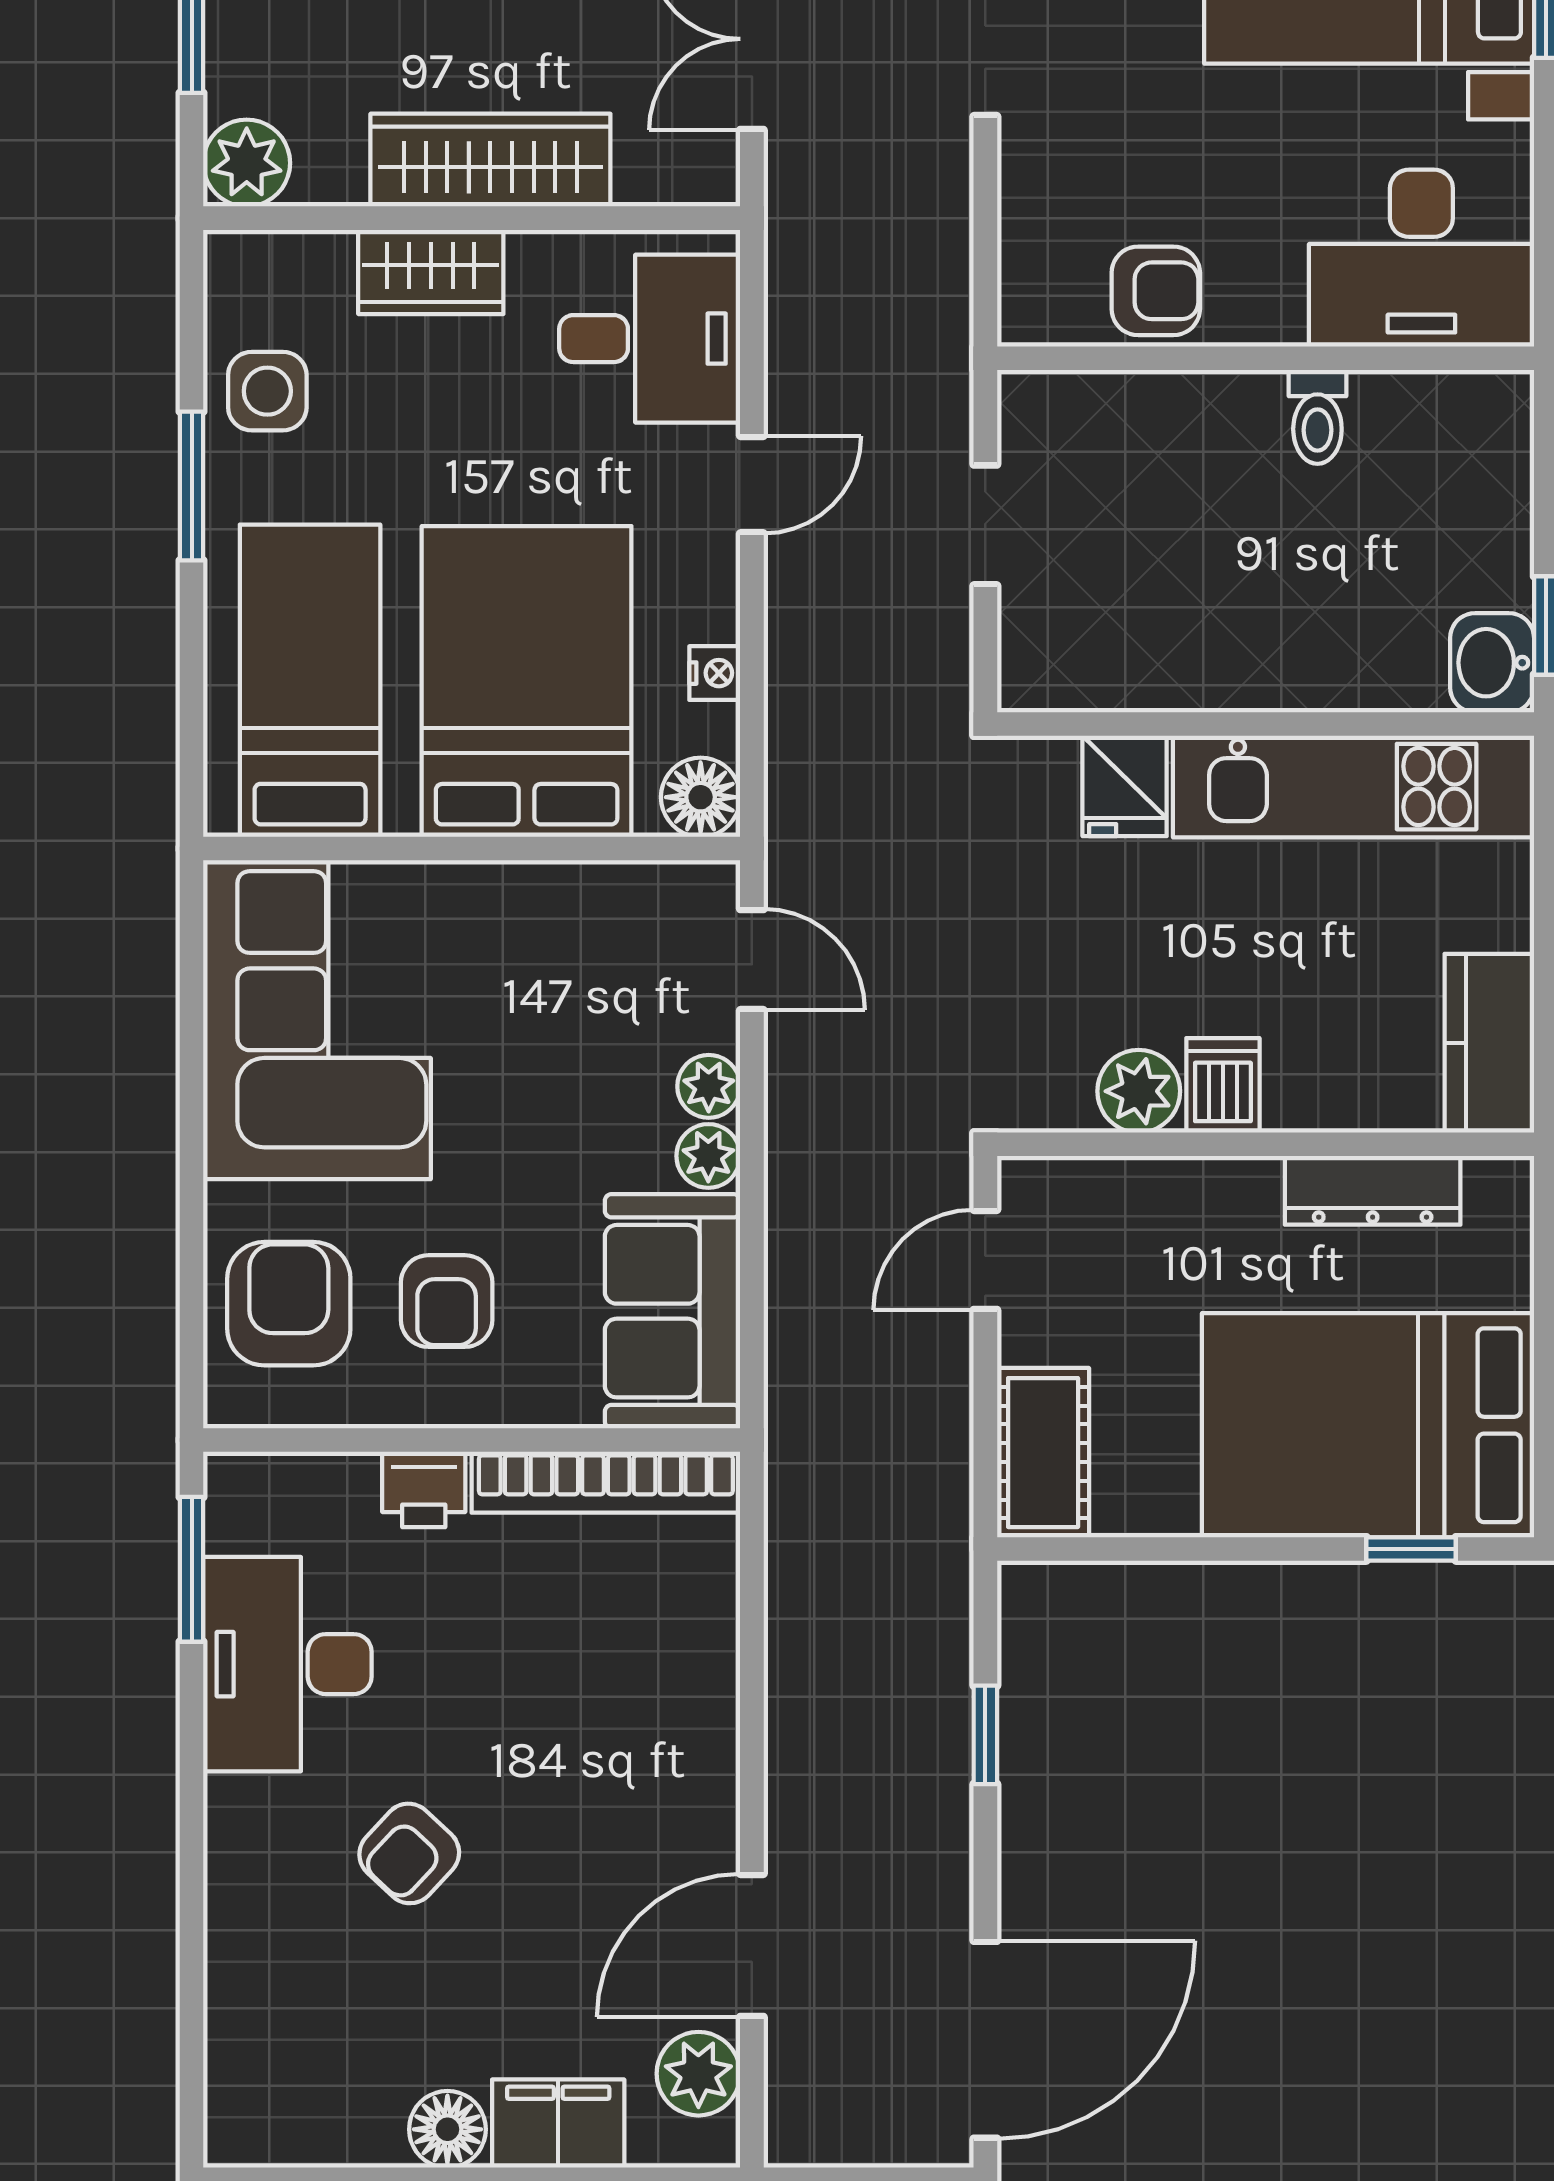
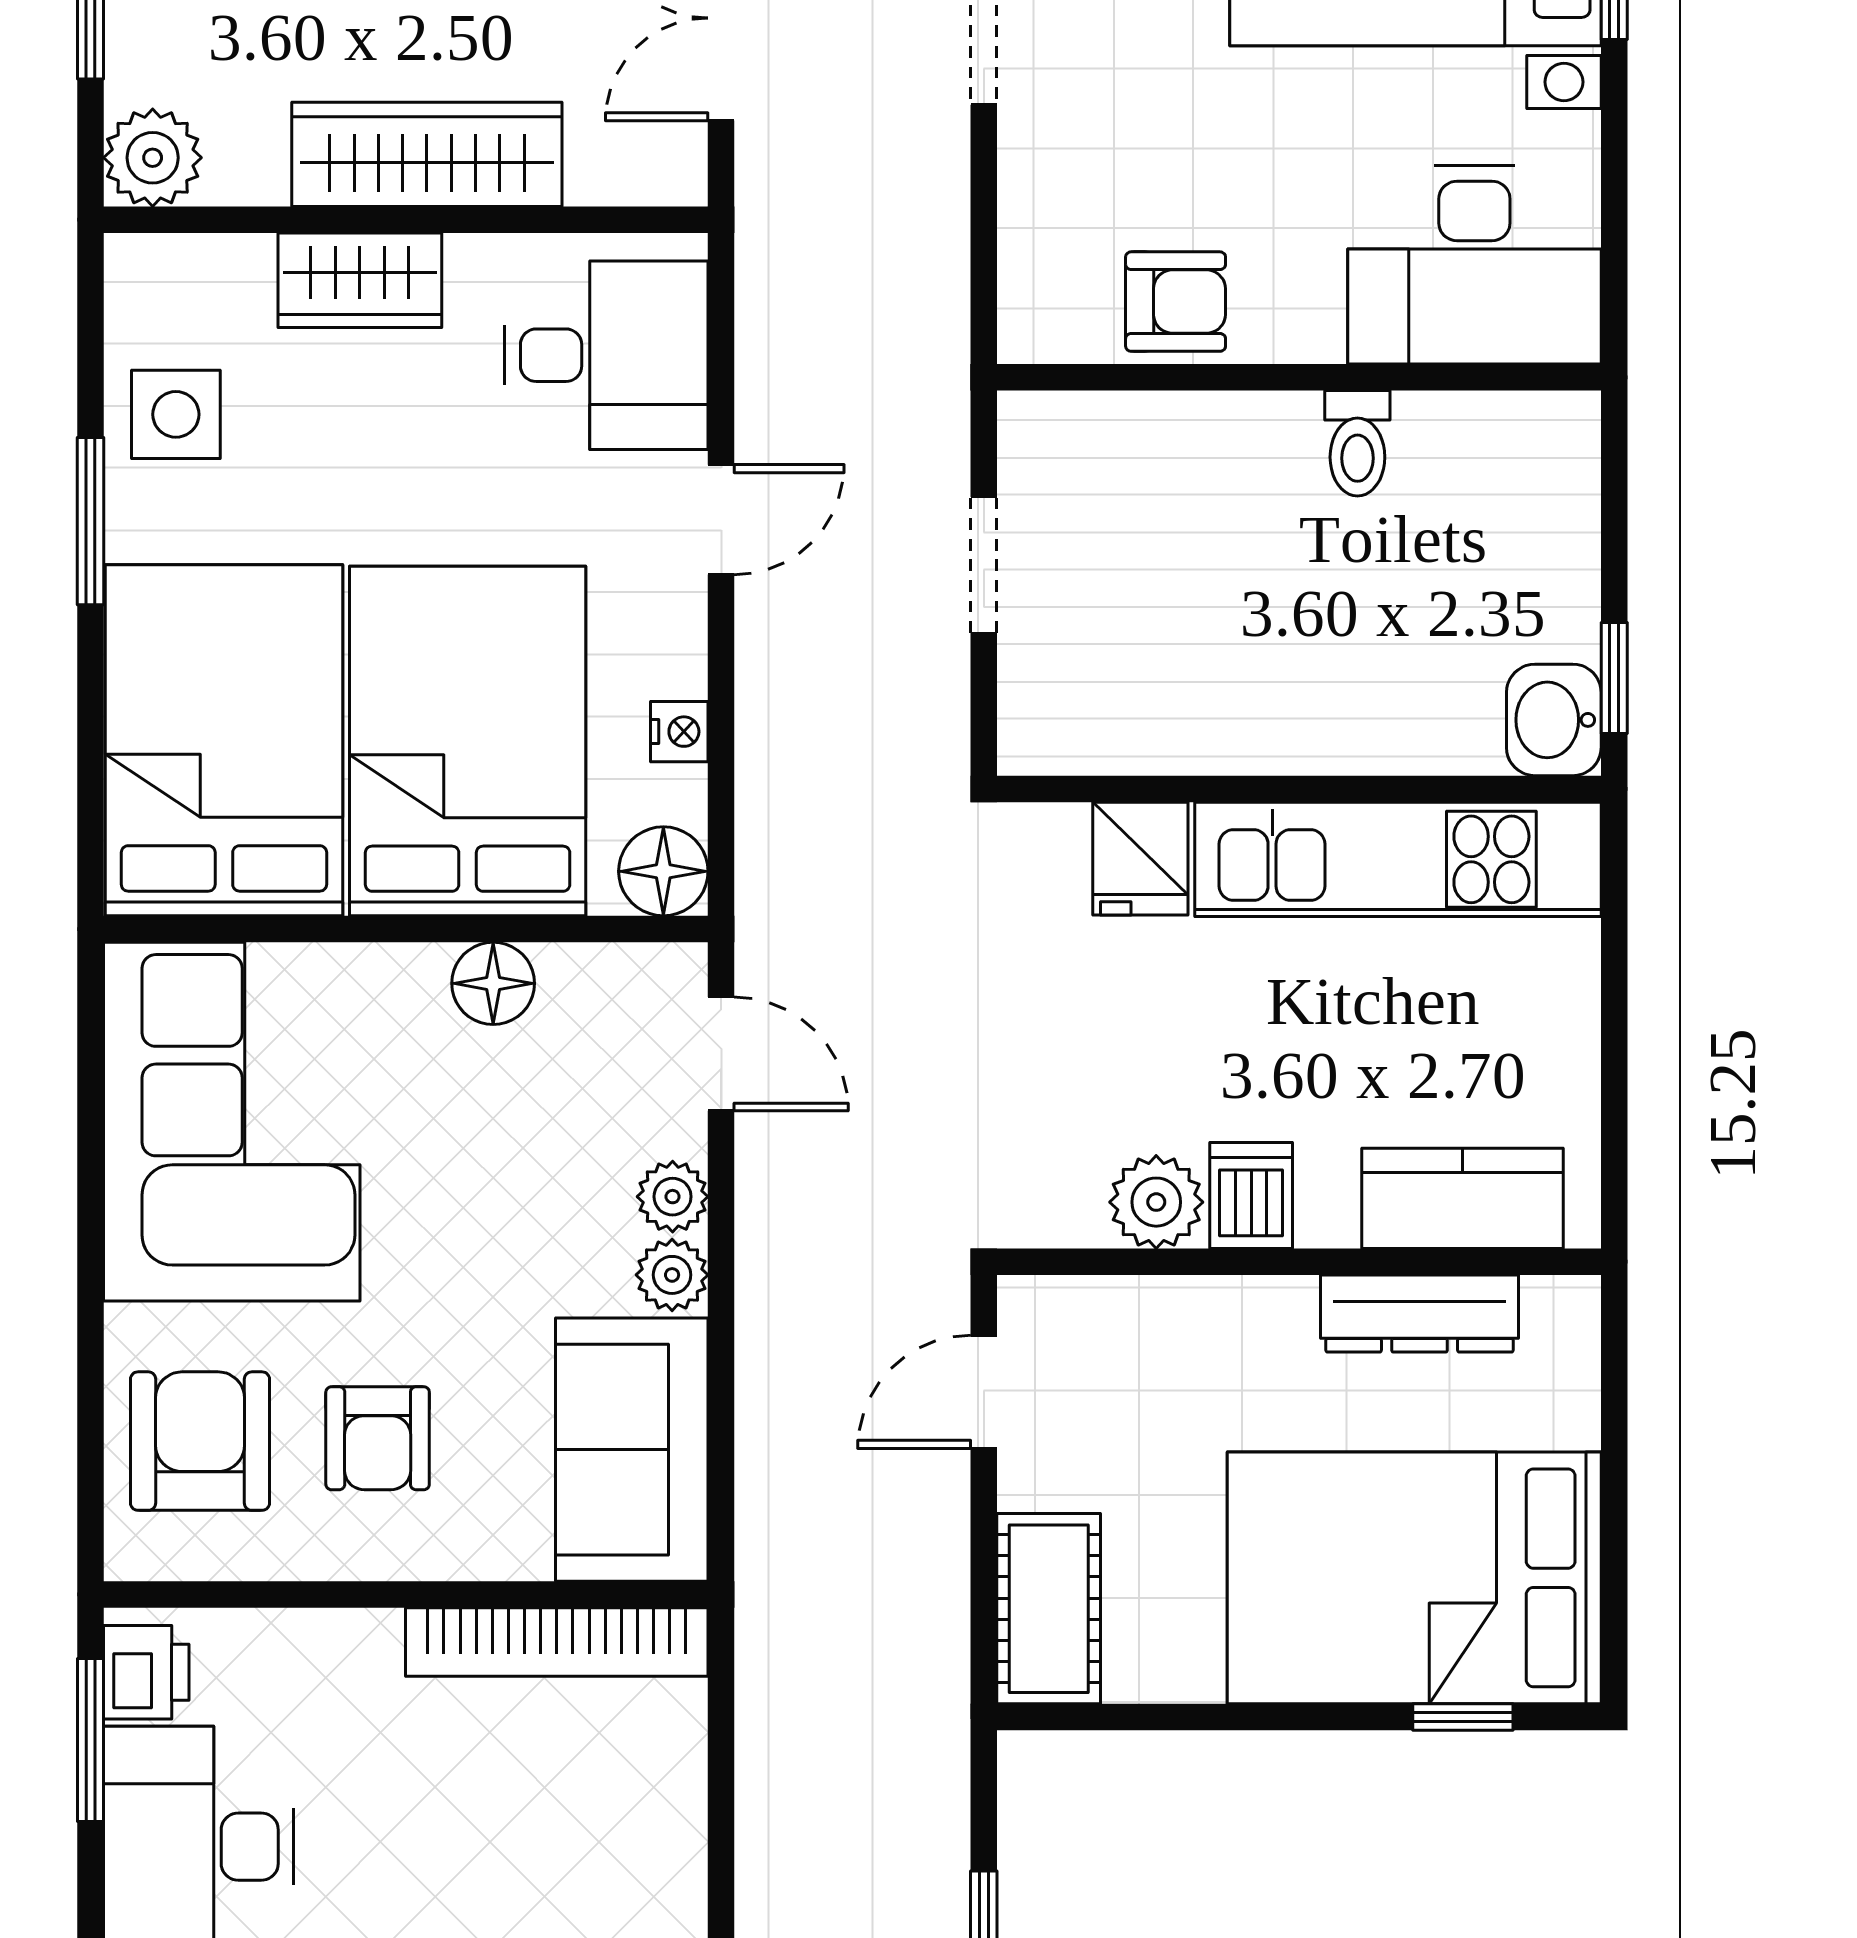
bed: (310, 681) -> (224, 740), width x1.50
floor lamp: (549, 897) -> (493, 983), added
kitchen counter: (1489, 1043) -> (1462, 1198), moved, turned 90
printer: (424, 1489) -> (146, 1672), moved, turned -90

